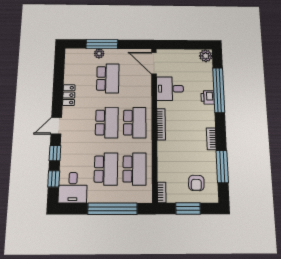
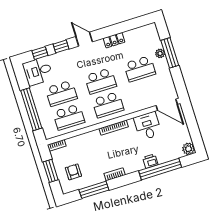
door: (154, 63) -> (167, 105), swing flipped
armchair: (196, 183) -> (73, 172), turned 88

